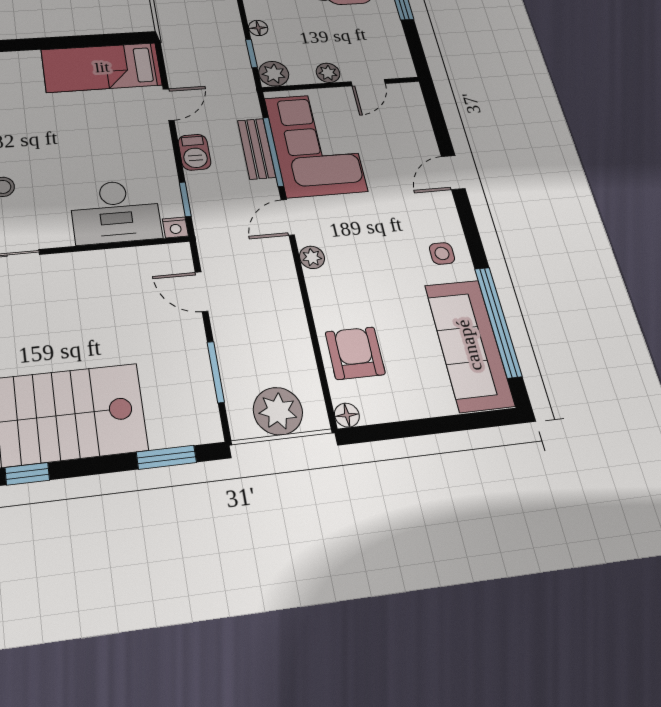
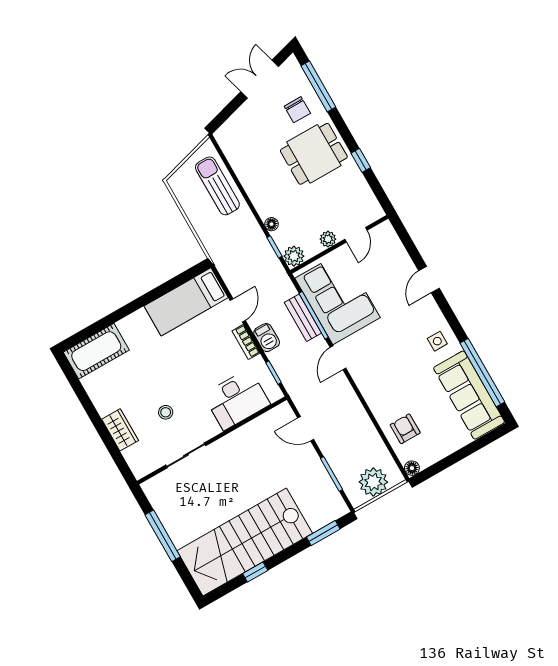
bookcase: (163, 146) -> (246, 342), added
nightstand: (175, 227) -> (275, 394), removed
plant: (312, 257) -> (361, 378), removed
armchair: (355, 353) -> (405, 429), width x0.72, depth x0.72

